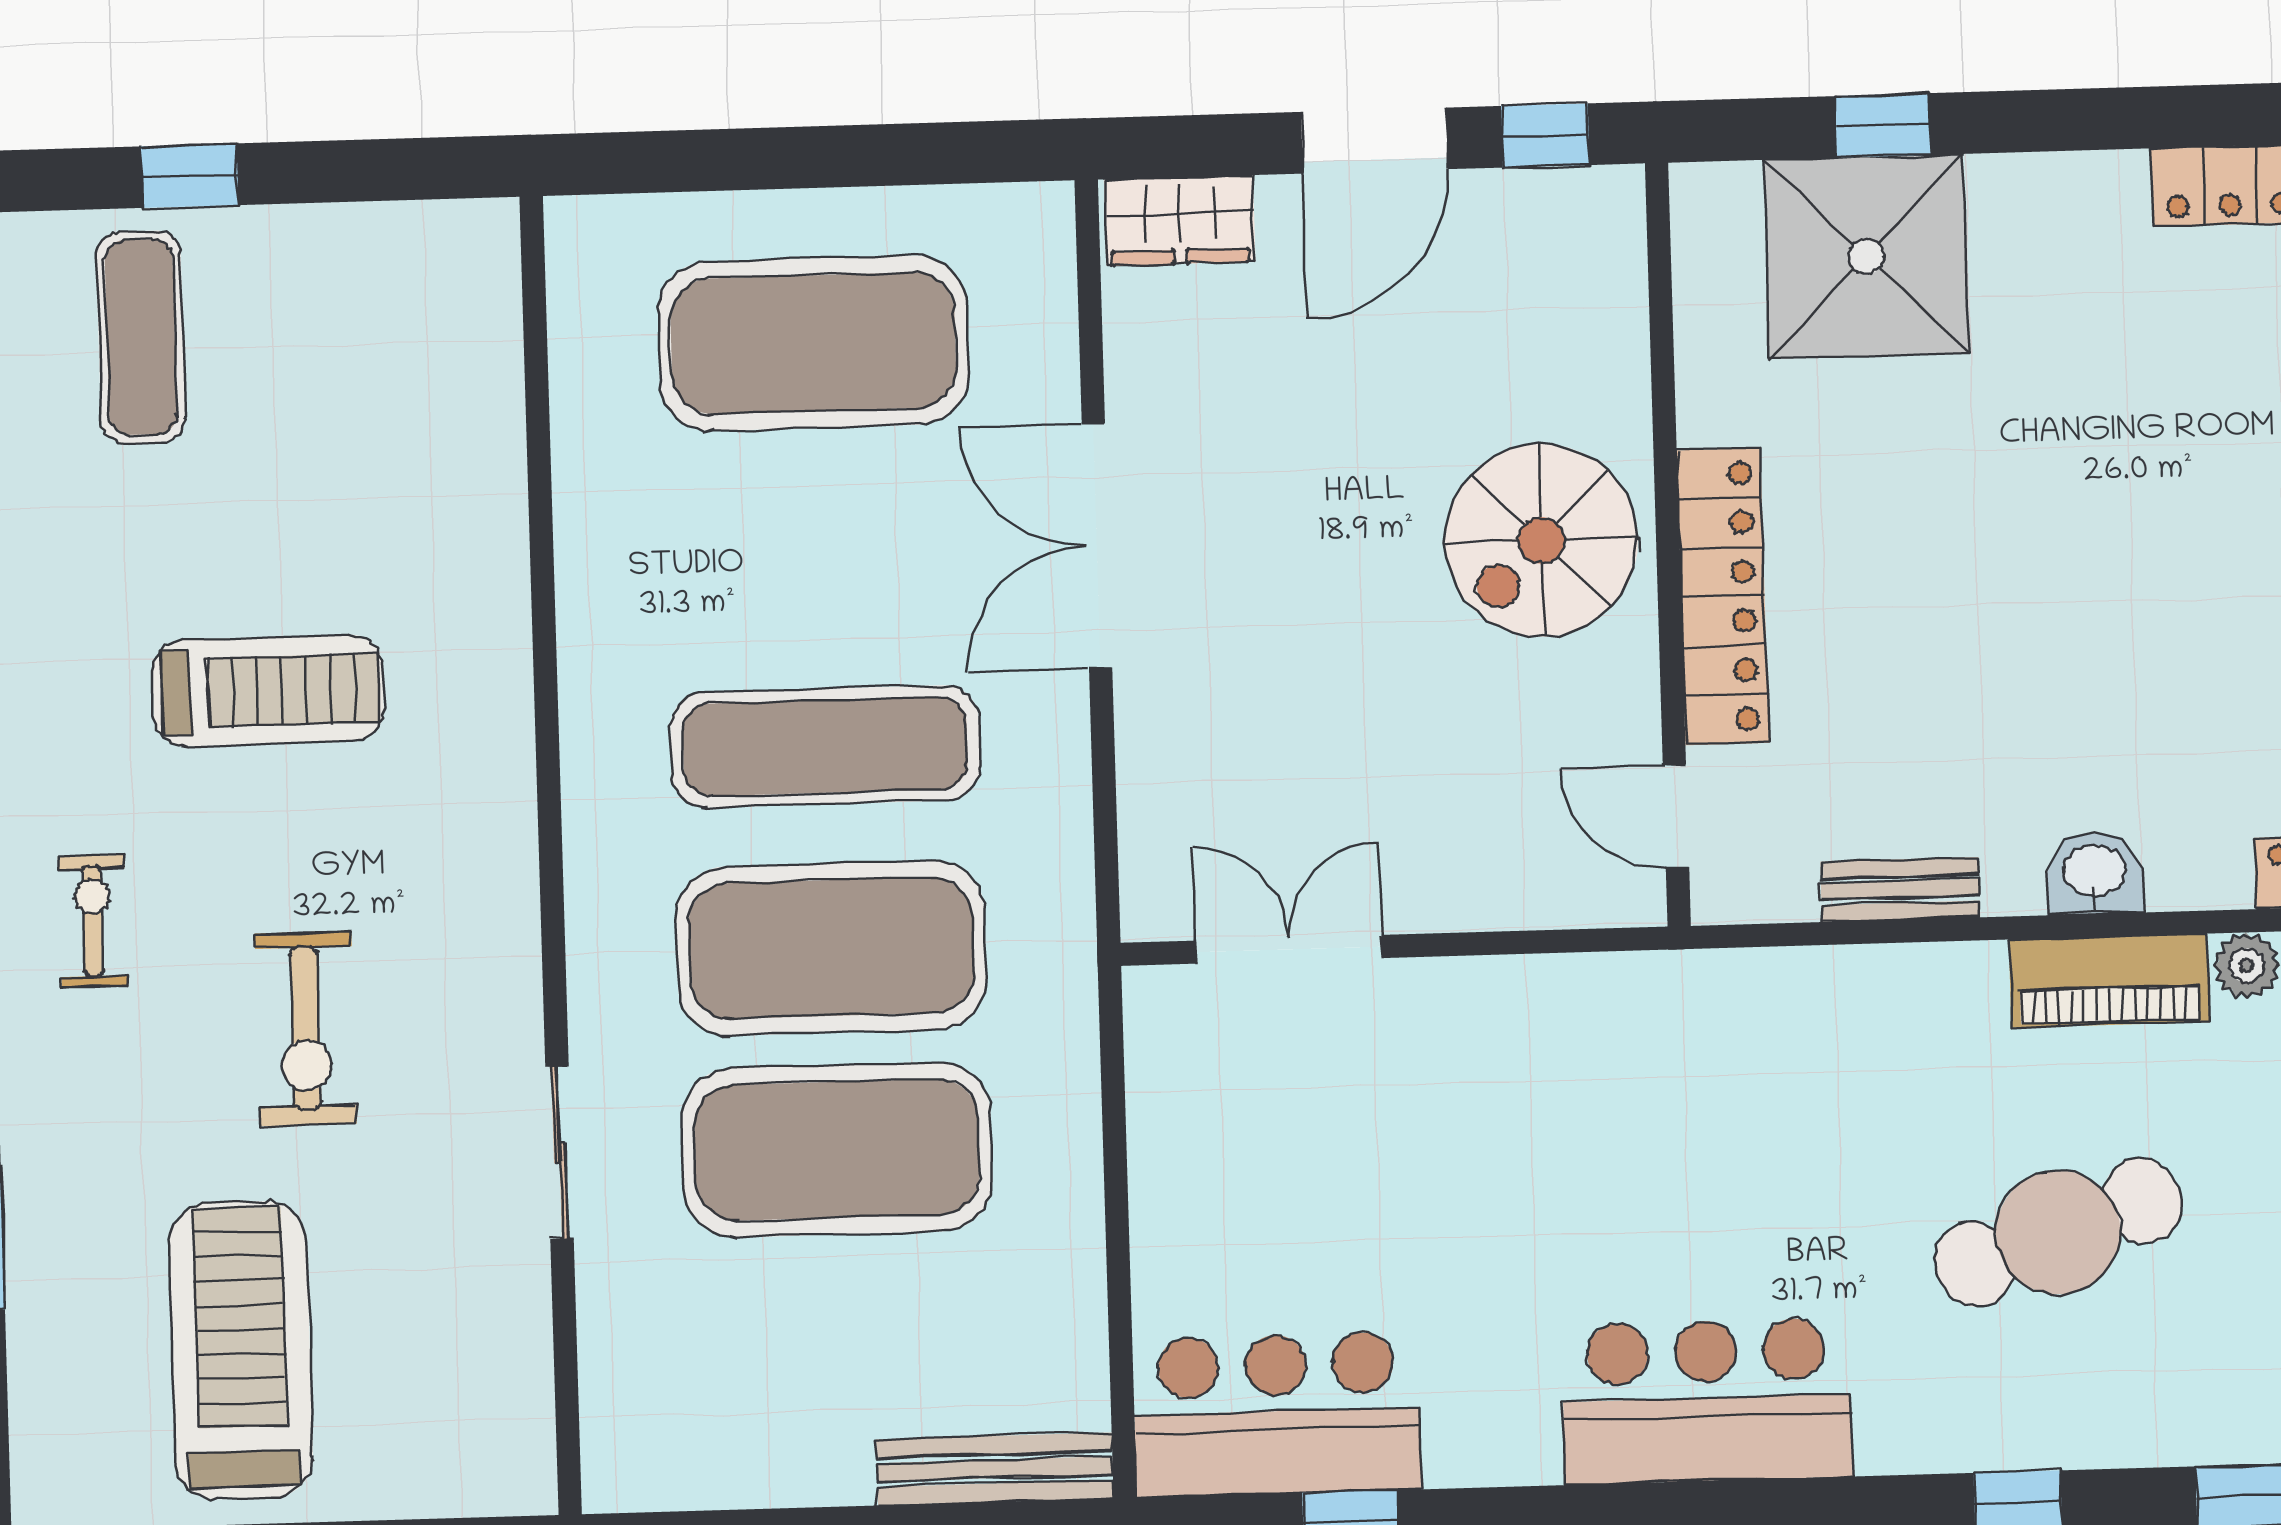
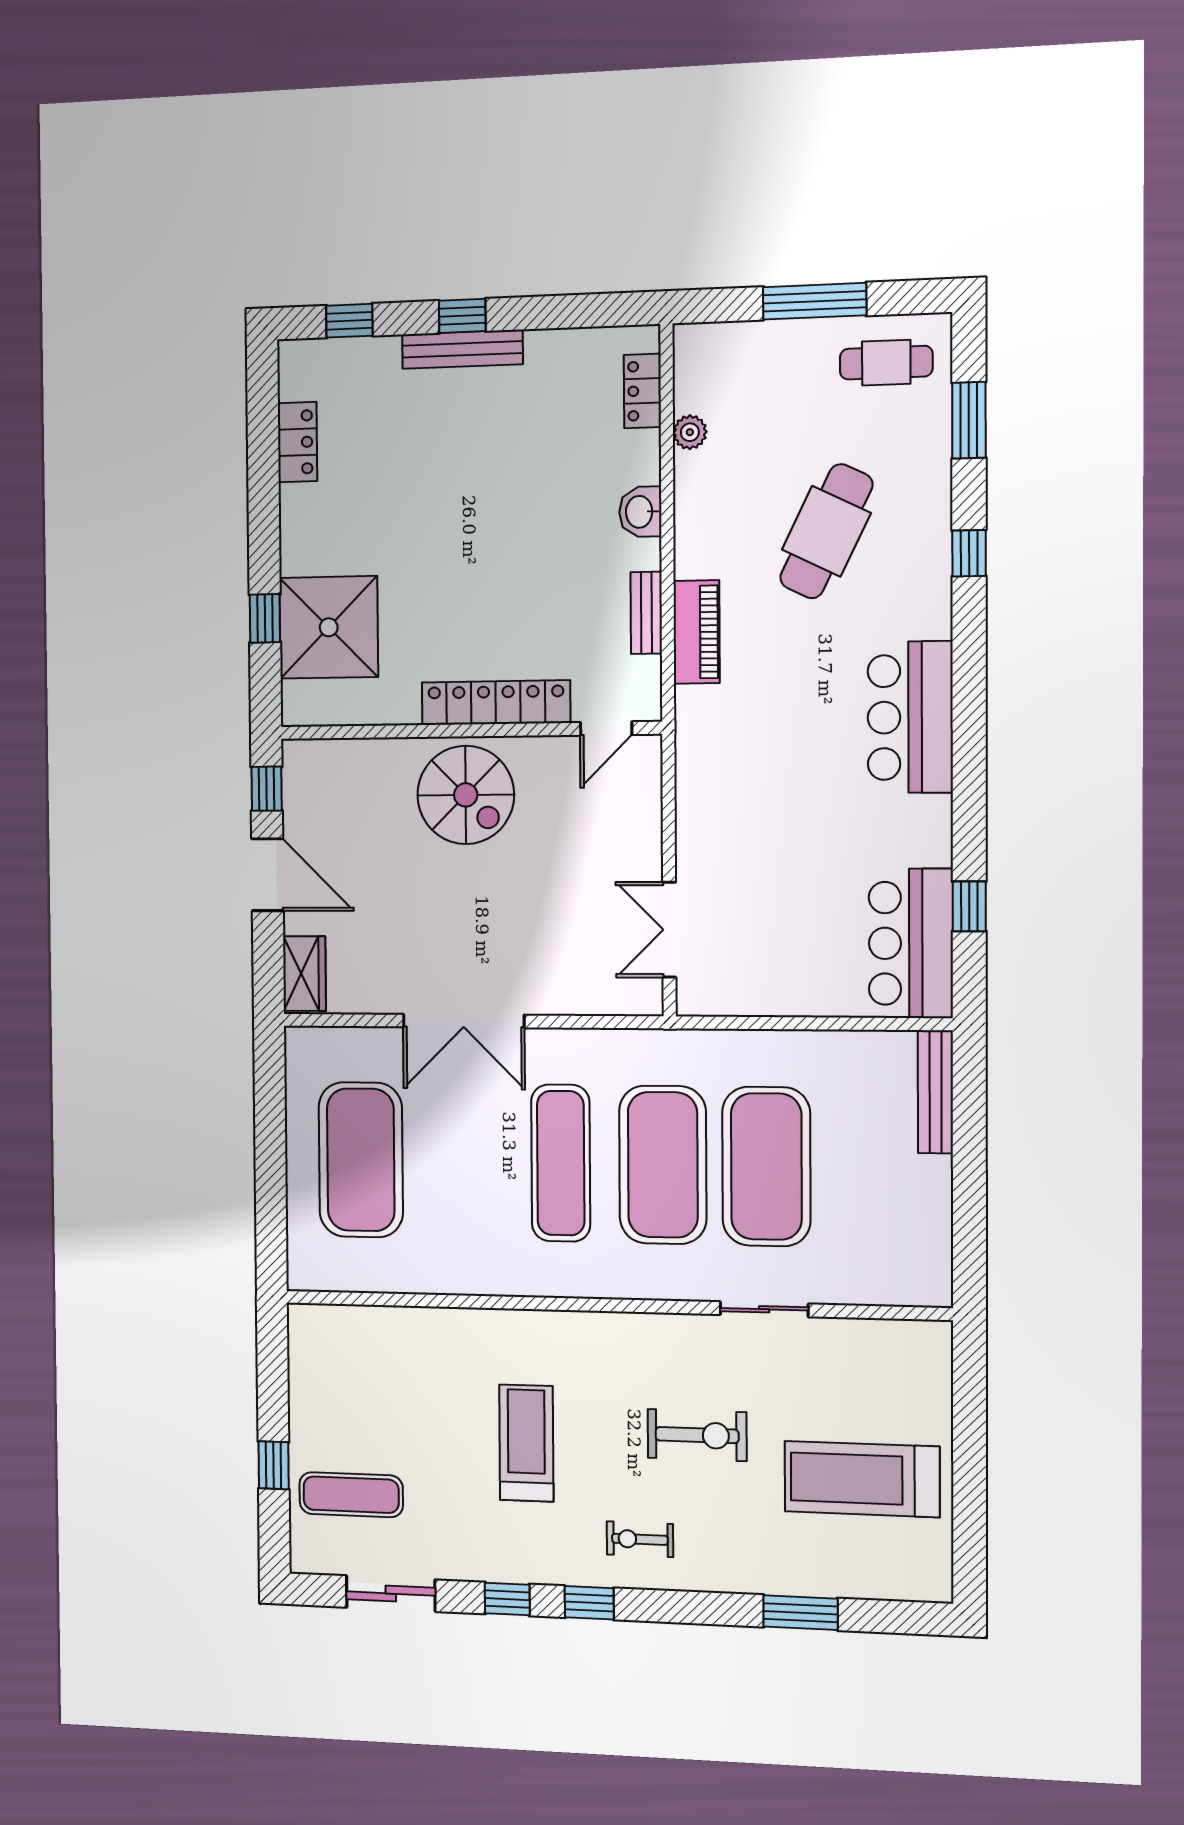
piano: (2109, 981) -> (697, 632), moved
cafe table: (2058, 1232) -> (826, 531), turned 45

